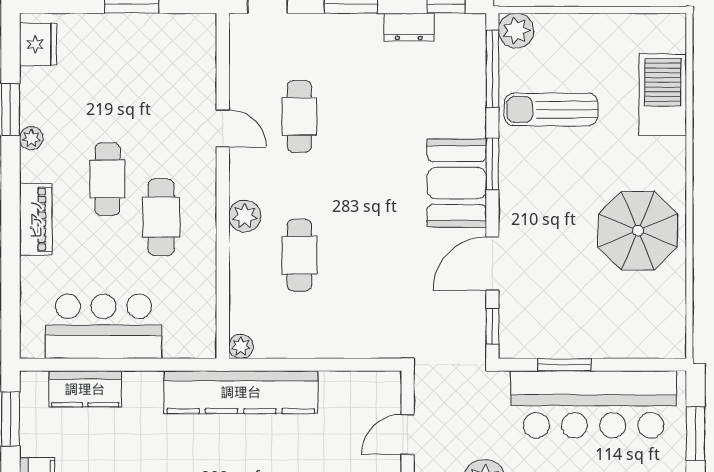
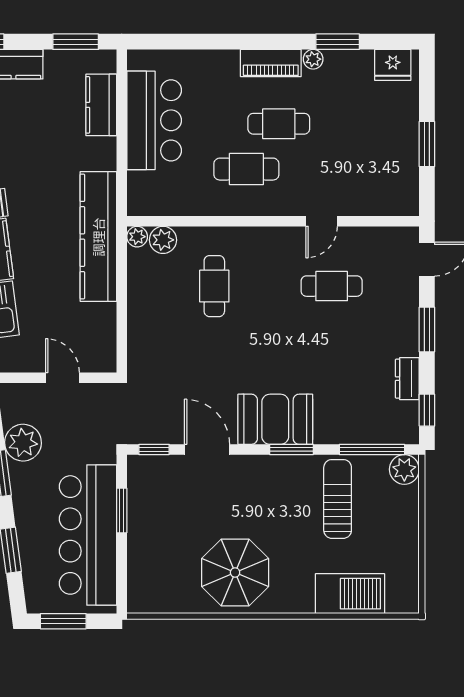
plant: (245, 216) -> (163, 240), moved
piano: (36, 219) -> (271, 63), moved
cafe table: (299, 255) -> (214, 286), turned 90

